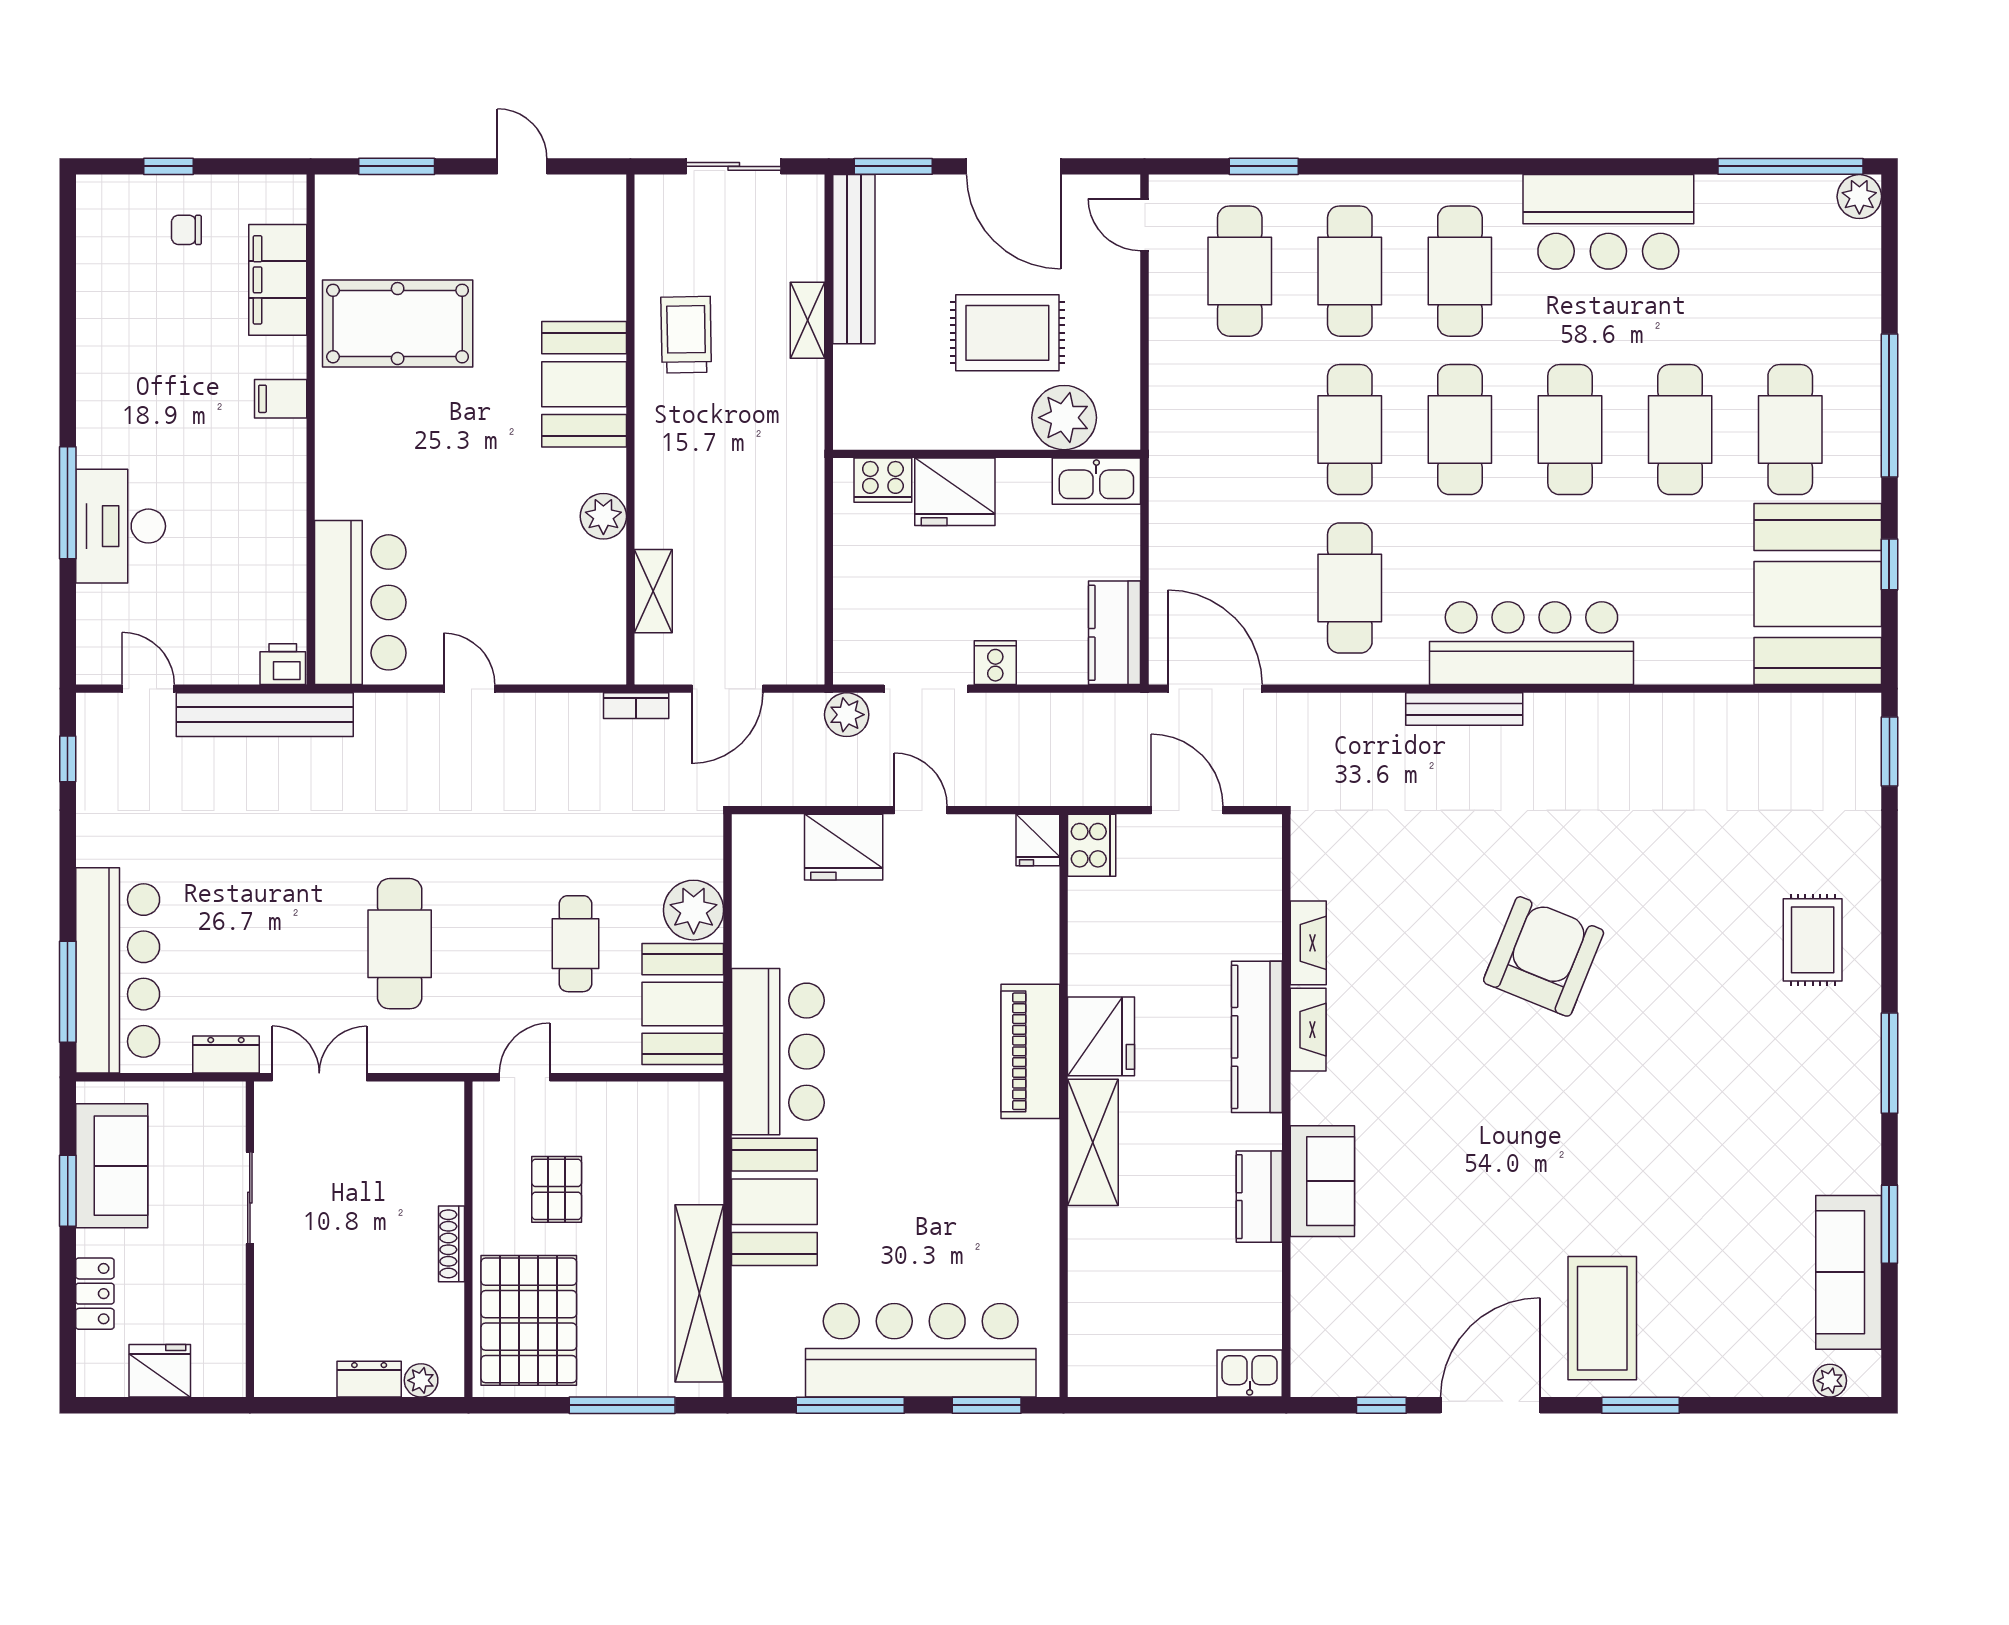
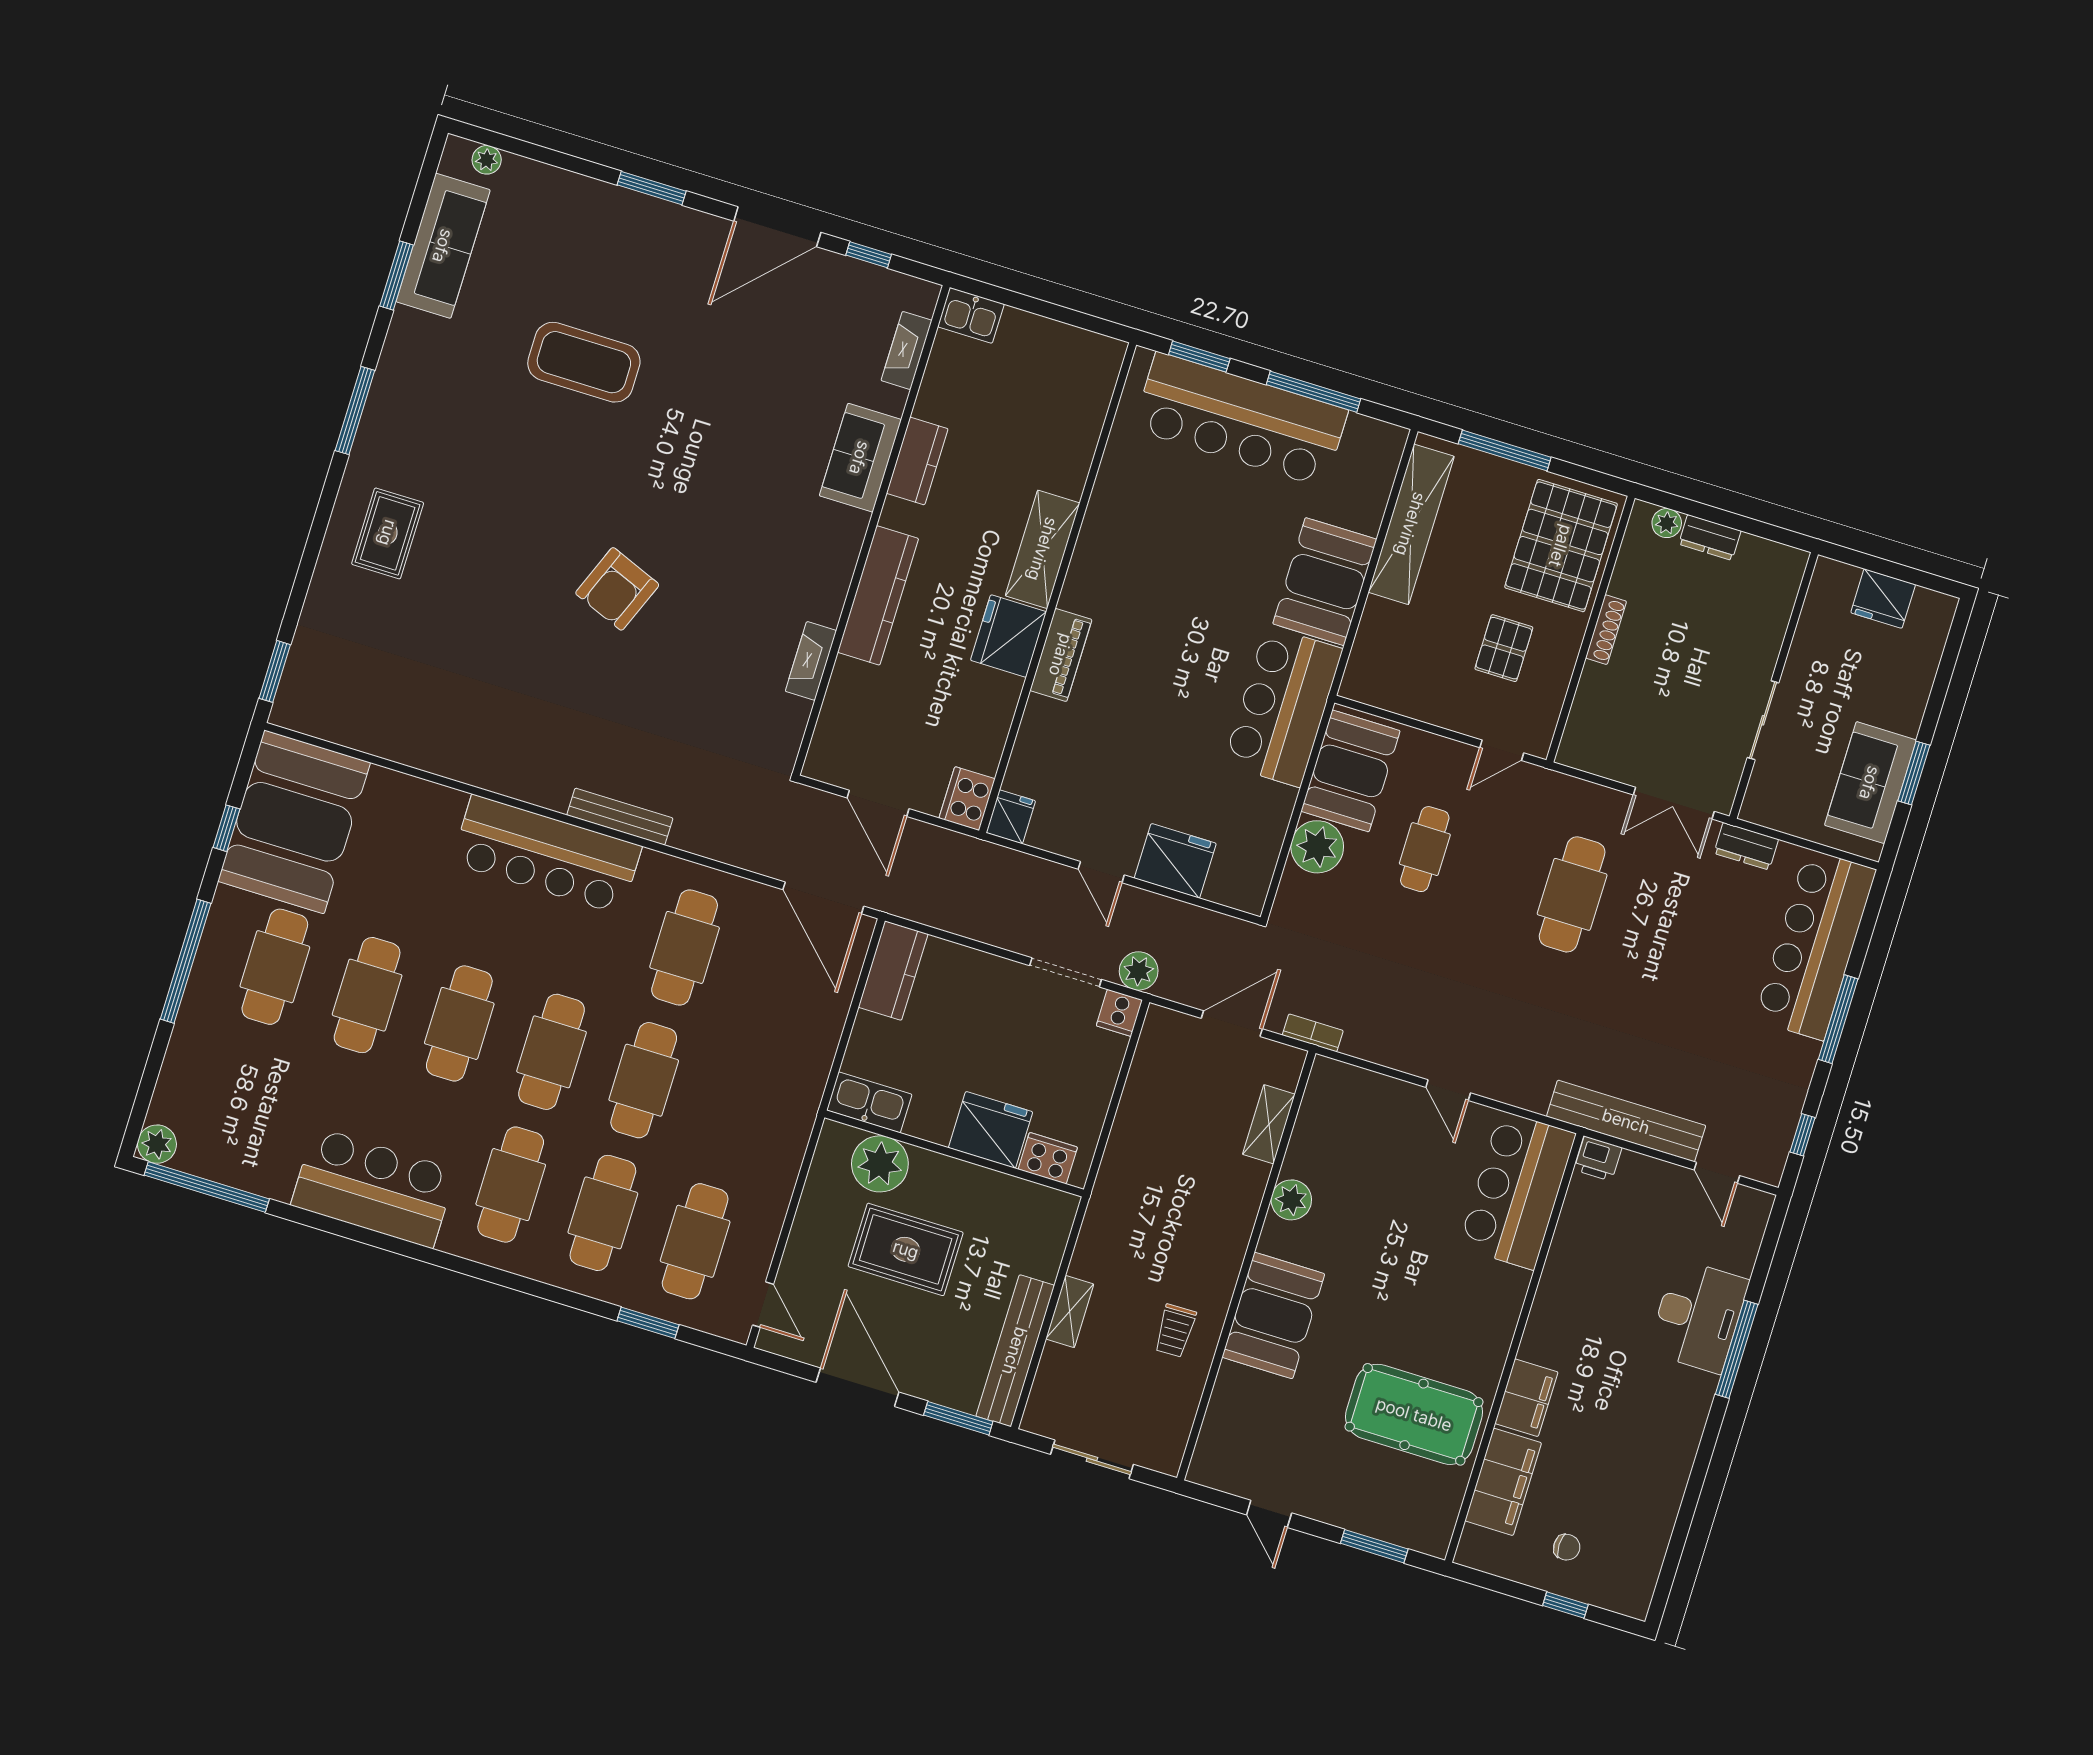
trolley: (686, 335) -> (1175, 1331), width x0.73, depth x0.72
filing cabinet: (281, 399) -> (1526, 1398), width x2.00
cooker: (995, 663) -> (1119, 1013), moved
armchair: (1544, 956) -> (617, 589), width x0.73, depth x0.73
window: (68, 992) -> (1838, 1019), moved
fireplace: (1308, 1030) -> (907, 350), moved
piano: (1030, 1051) -> (1061, 655), width x0.73, depth x0.75
locker: (95, 1294) -> (1918, 680), removed
coffee table: (1602, 1318) -> (584, 362), moved, turned 90

